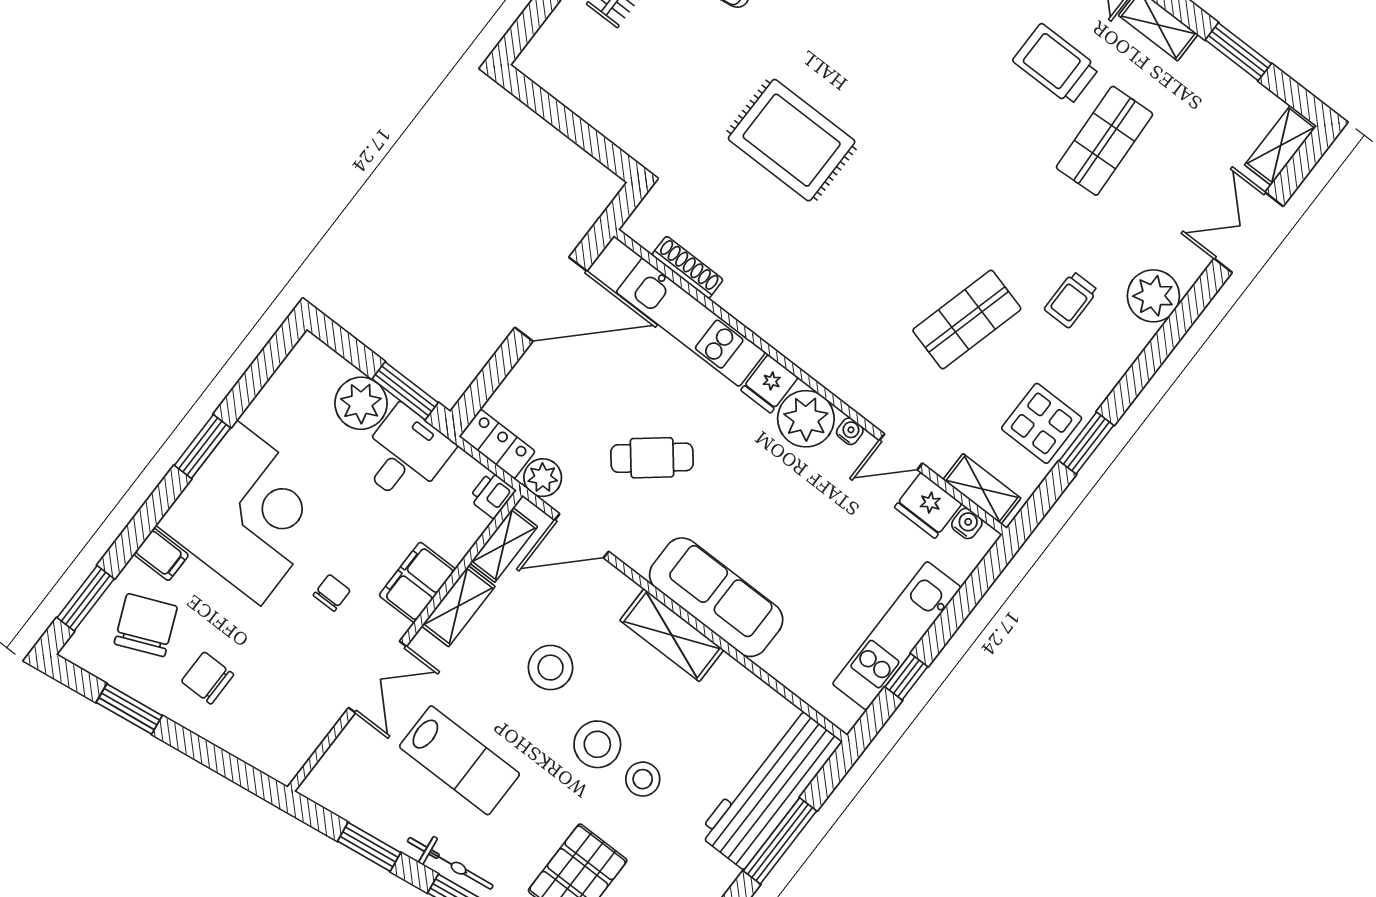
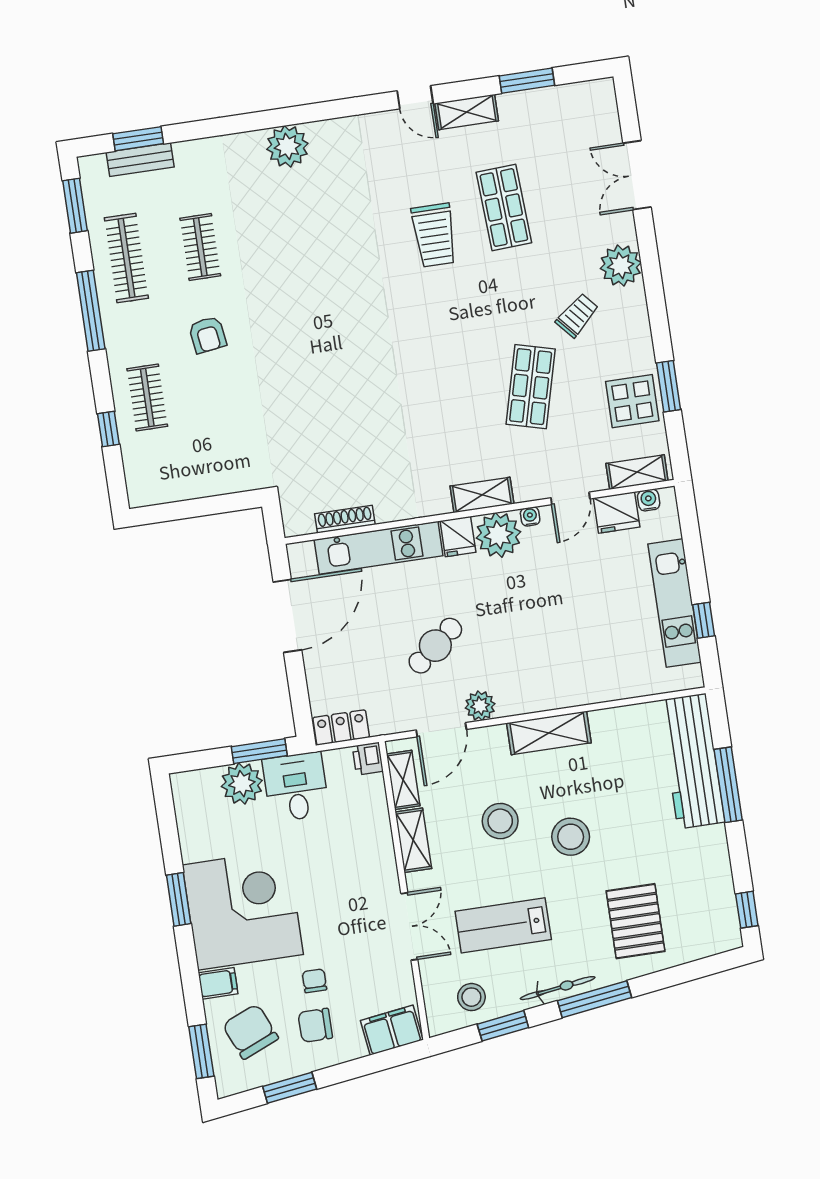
trolley: (1056, 64) -> (434, 235), moved, turned -90
rug: (792, 140) -> (329, 388), removed
shelving: (1281, 145) -> (482, 495), moved, turned 90
trolley: (1071, 300) -> (577, 315), turned -131
plant: (543, 478) -> (480, 706), moved
filing cabinet: (417, 582) -> (392, 1030), moved, turned 82
chair: (332, 593) -> (314, 981), moved
sofa: (716, 597) -> (552, 686), removed
lab bench: (459, 760) -> (503, 925), turned 180
stool: (643, 779) -> (471, 997), moved

